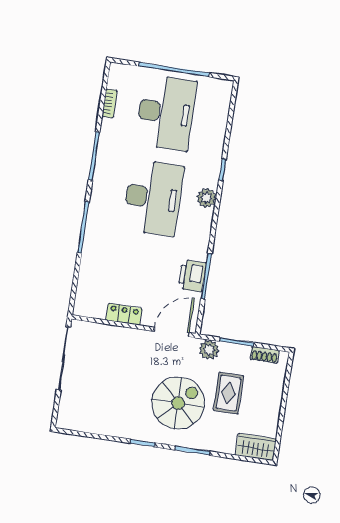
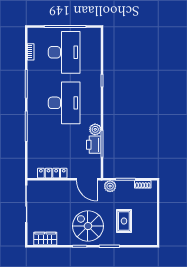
plant: (206, 198) -> (95, 129), moved
locker: (124, 314) -> (52, 173), width x1.53
door: (171, 332) -> (87, 179), swing flipped
rug: (228, 393) -> (124, 221), moved
spiral stairs: (178, 403) -> (88, 226), moved, turned -90
wardrobe: (256, 447) -> (45, 239), moved

